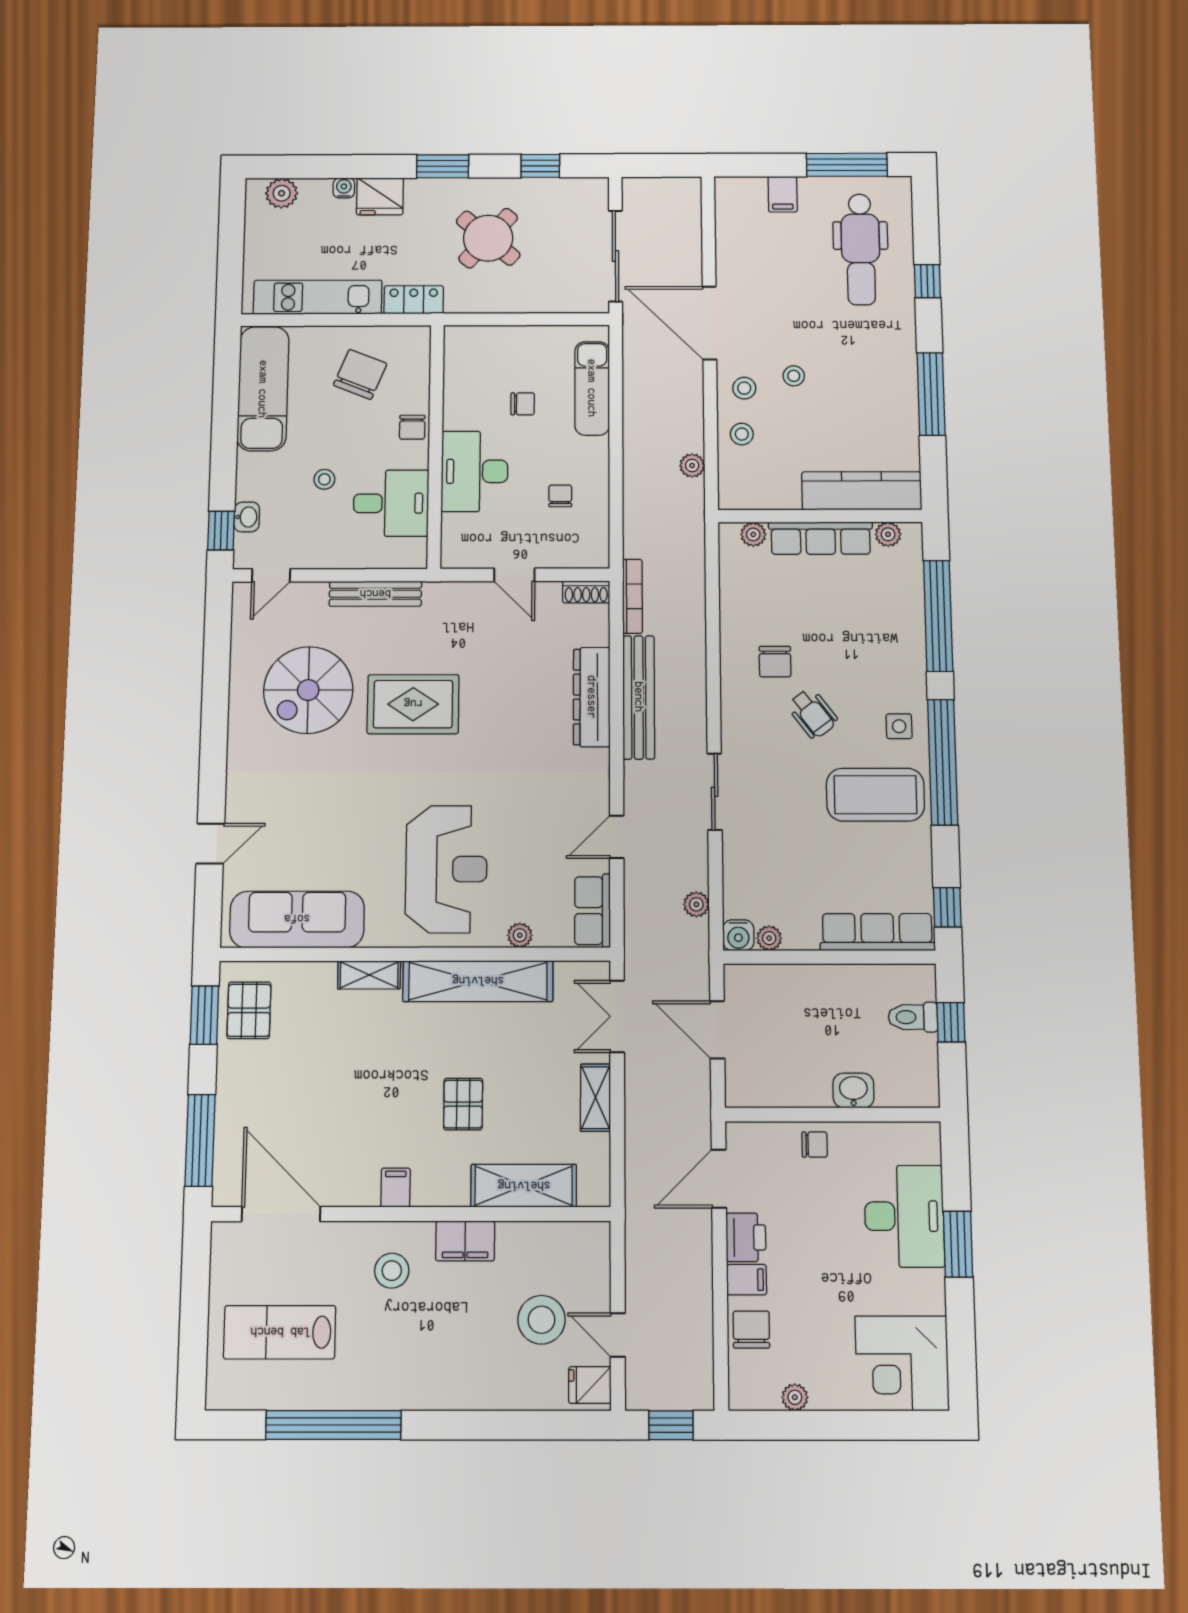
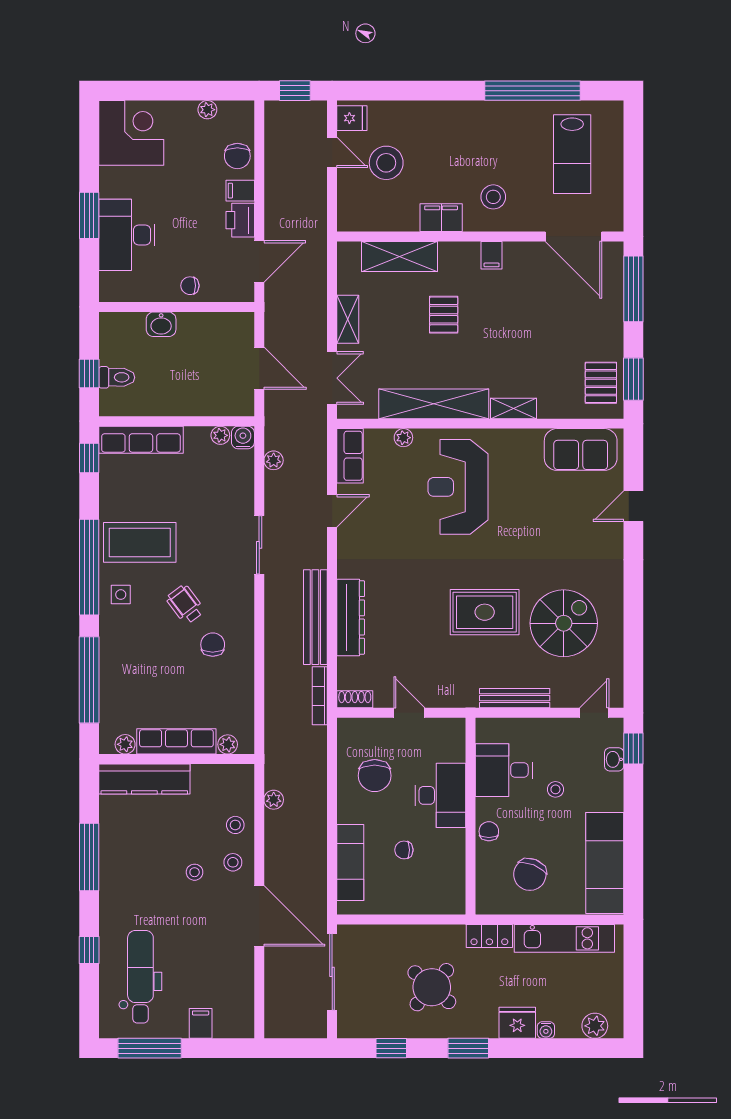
chair: (560, 496) -> (375, 776), width x1.87, depth x1.87
sofa: (297, 919) -> (581, 449), width x0.73
lab bench: (280, 1332) -> (572, 154), turned 90

